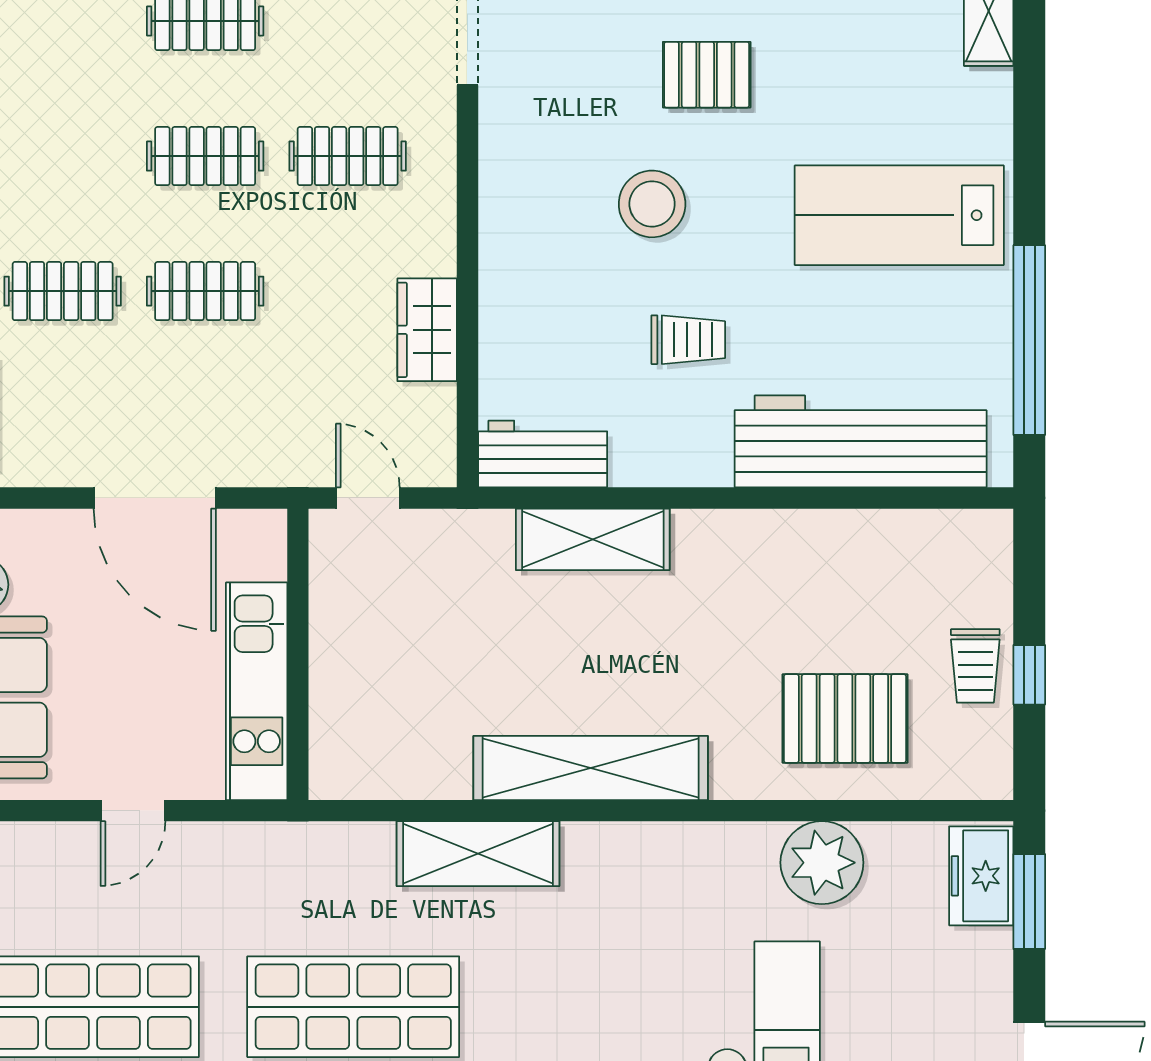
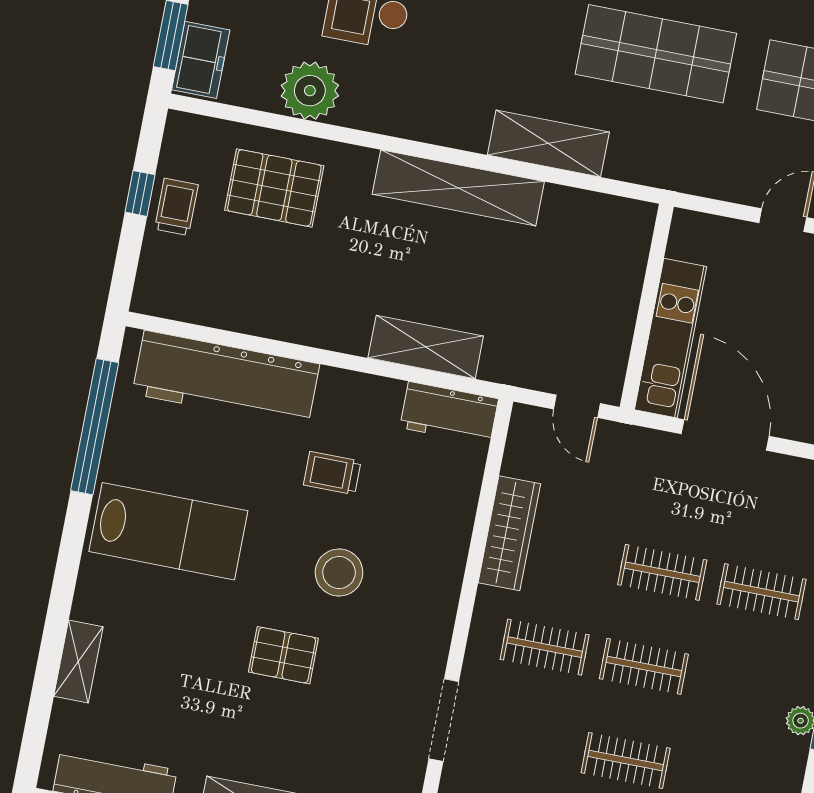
wardrobe: (427, 330) -> (509, 533), width x1.50
kitchen unit: (257, 691) -> (670, 338), moved

